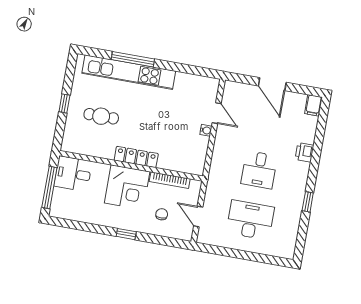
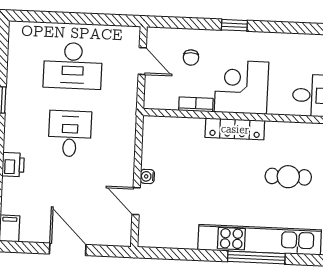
bookcase: (170, 180) -> (196, 105), width x0.64

